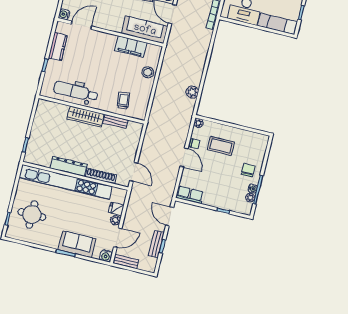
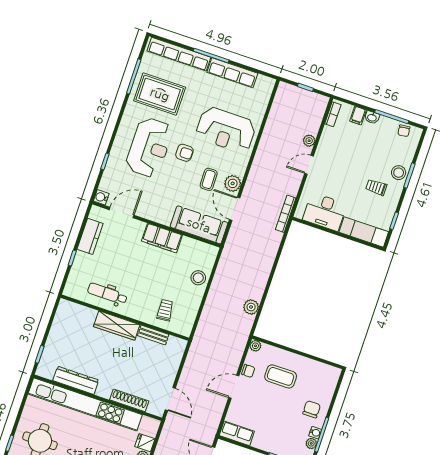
filing cabinet: (131, 47) -> (162, 238), moved
dental chair: (76, 91) -> (107, 294), width x0.73, depth x0.72
door: (184, 157) -> (234, 387), swing flipped
dresser: (69, 166) -> (76, 380), moved

